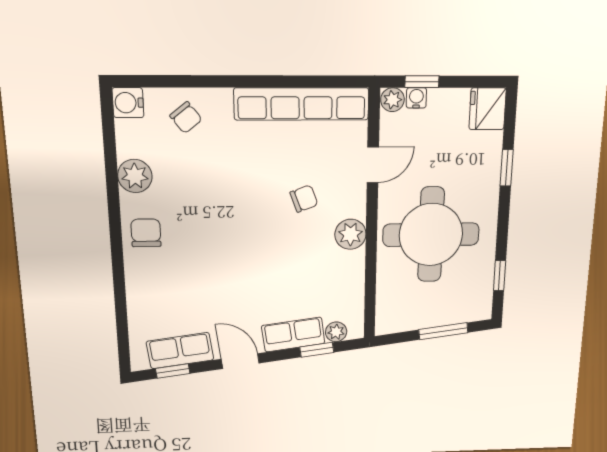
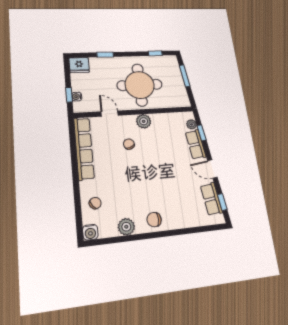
plant: (392, 100) -> (78, 107), removed
door: (240, 361) -> (212, 169), hinge flipped

